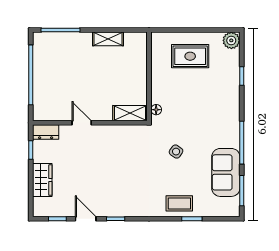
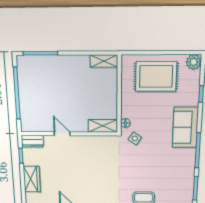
shelving: (108, 39) -> (104, 61), moved
rug: (190, 56) -> (156, 76), width x1.36, depth x1.43
side table: (176, 152) -> (135, 138), moved
sofa: (226, 172) -> (185, 127), moved

